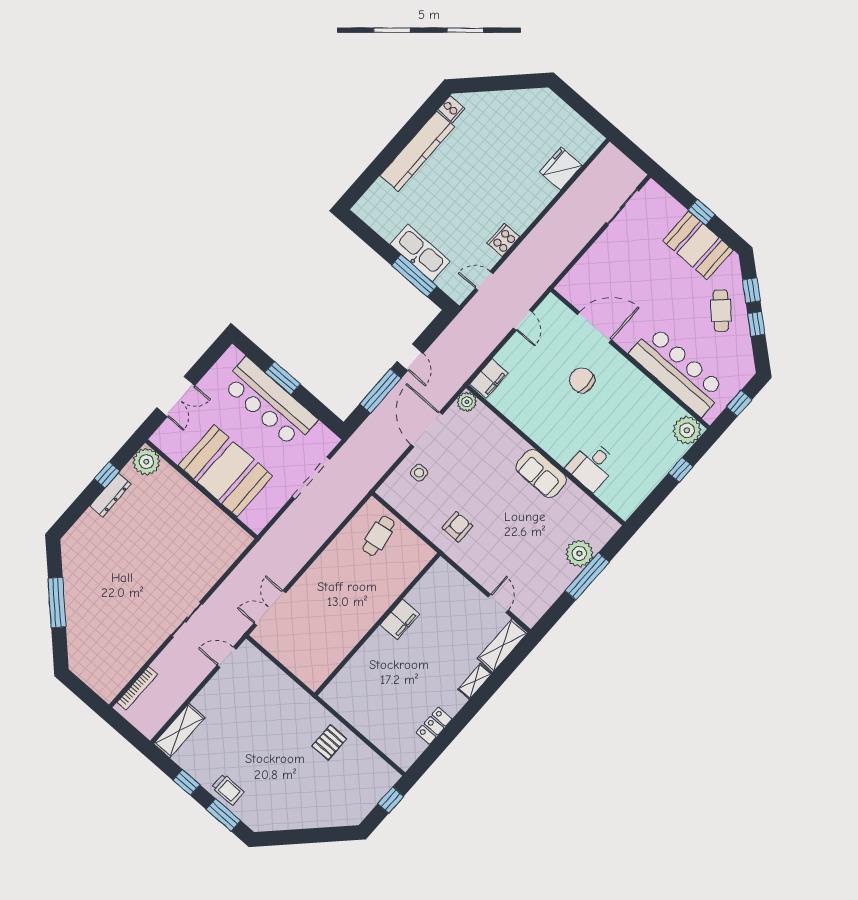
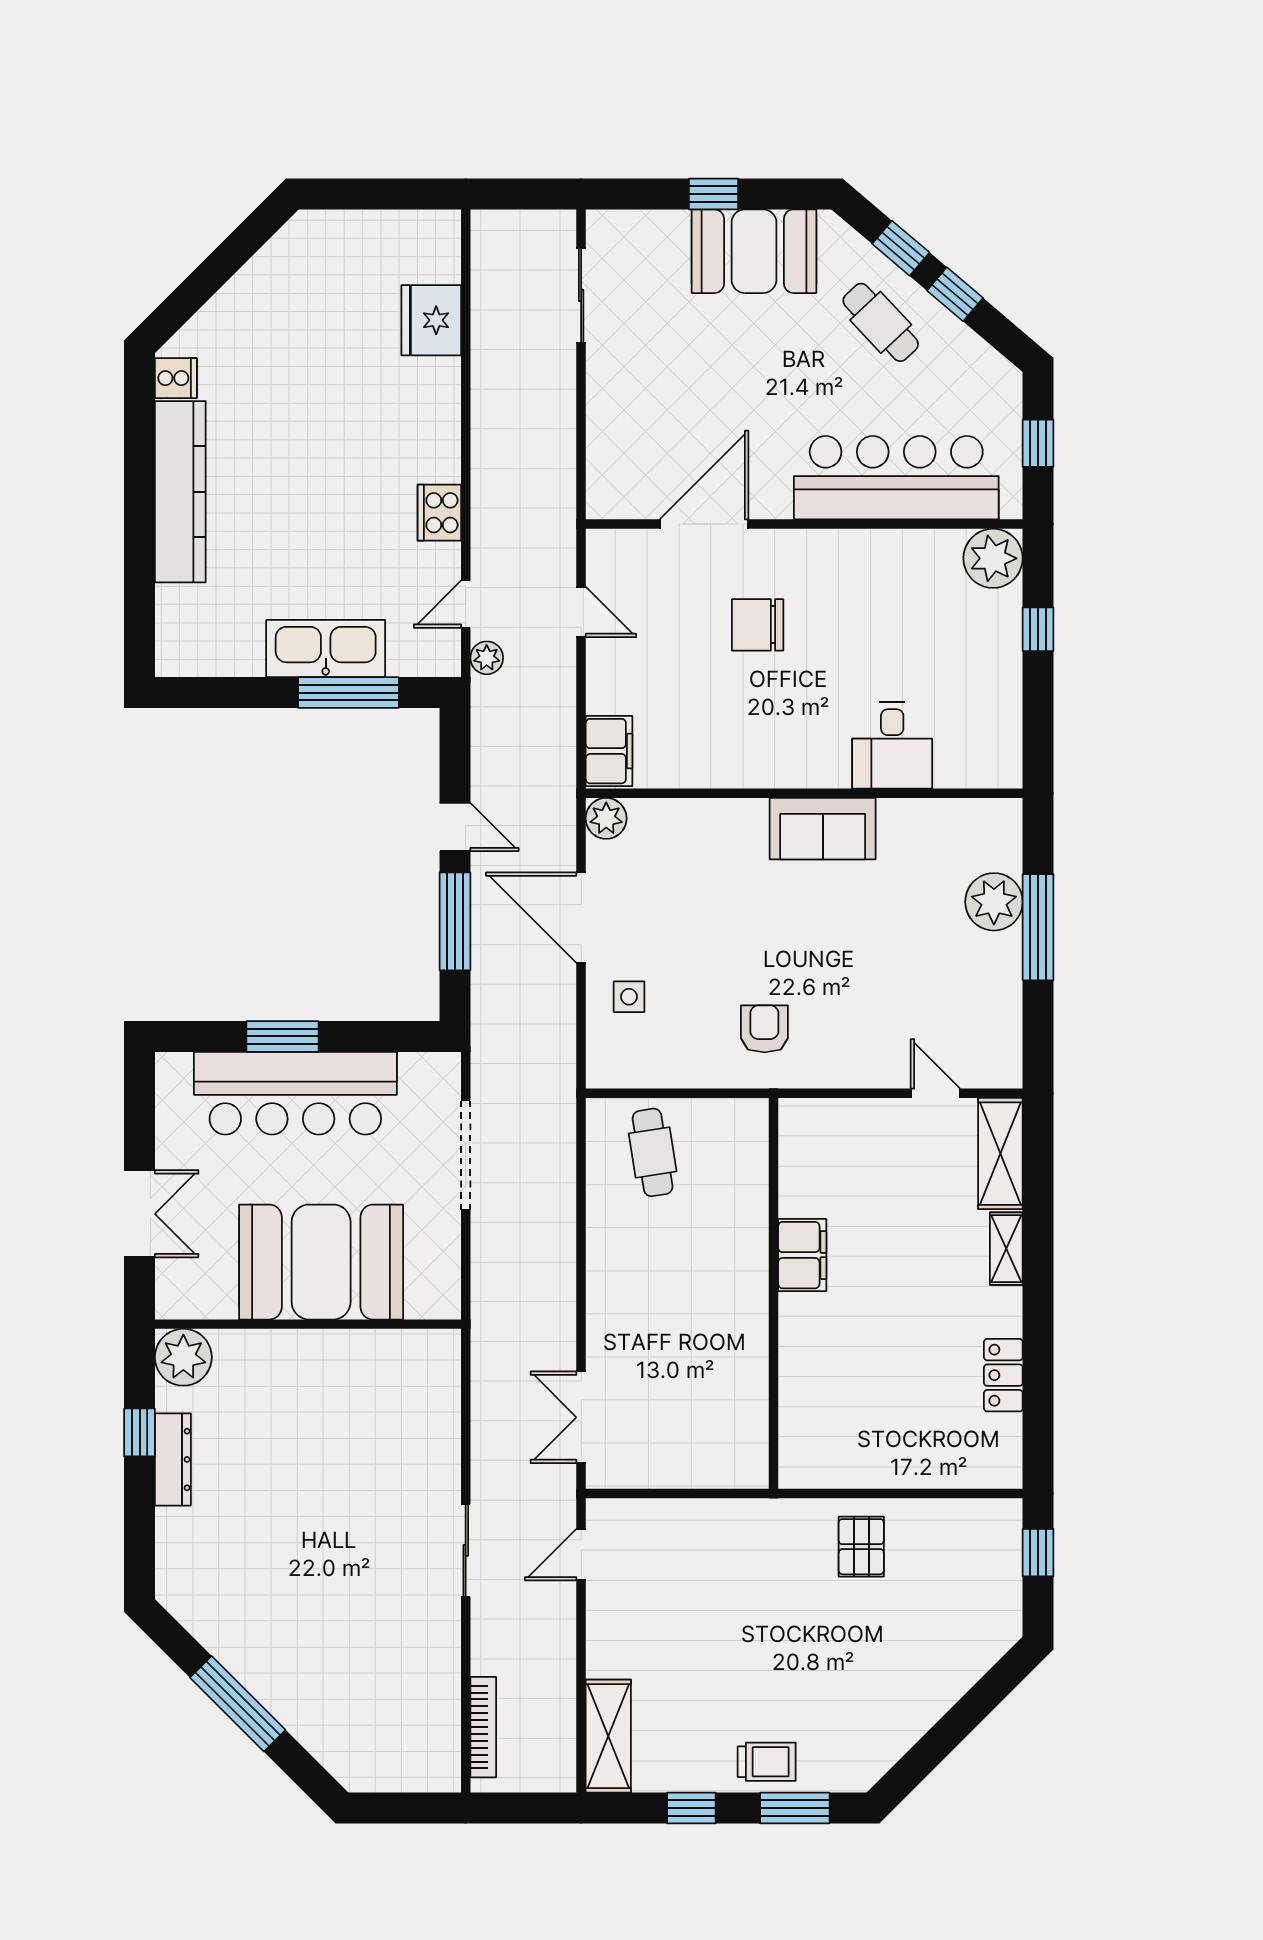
plant: (475, 307) -> (487, 658), added

